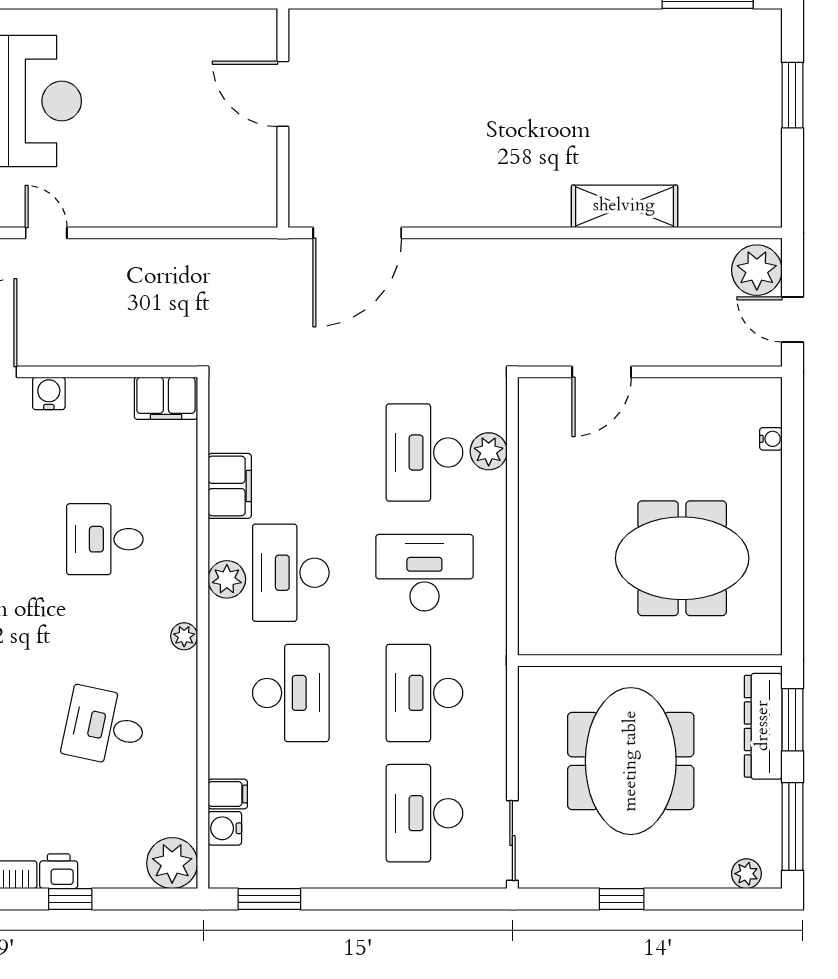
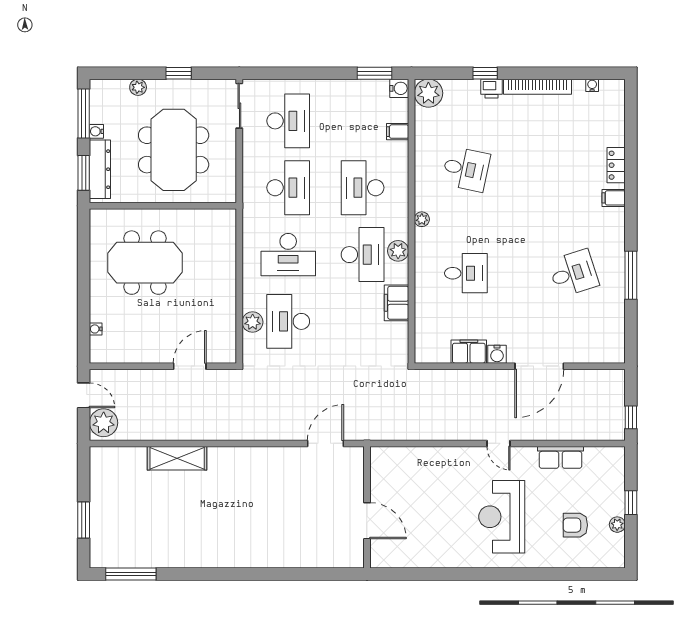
door: (357, 233) -> (326, 443), width x0.73
filing cabinet: (166, 398) -> (469, 352), moved
desk: (424, 452) -> (288, 321), turned 180
water cooler: (770, 794) -> (96, 131), added
water cooler: (225, 828) -> (399, 88), moved
plant: (746, 874) -> (138, 87), moved

